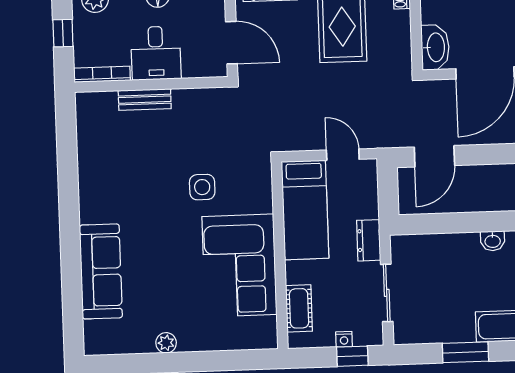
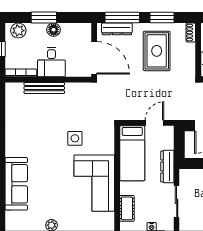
door: (231, 43) -> (94, 58), width x1.36
bench: (145, 100) -> (44, 88), width x1.36
door: (343, 155) -> (154, 123), hinge flipped
dresser: (369, 240) -> (167, 167), width x1.44

